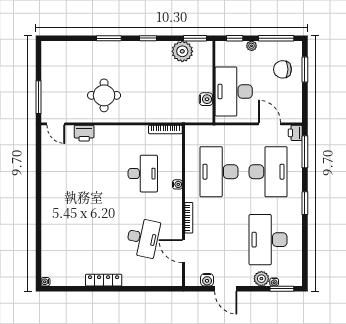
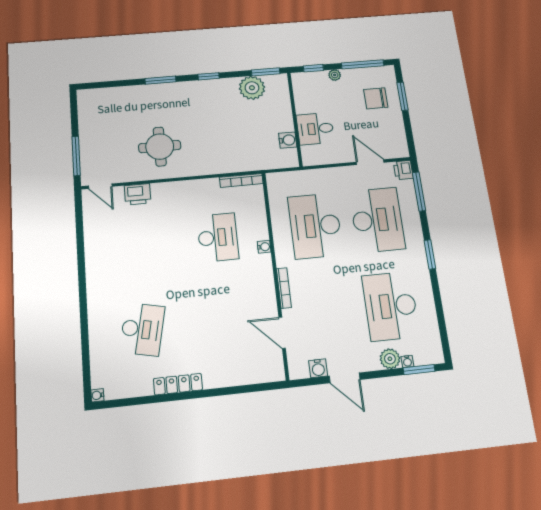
desk: (234, 91) -> (315, 129), width x0.53, depth x0.77
desk: (143, 238) -> (142, 329), moved

